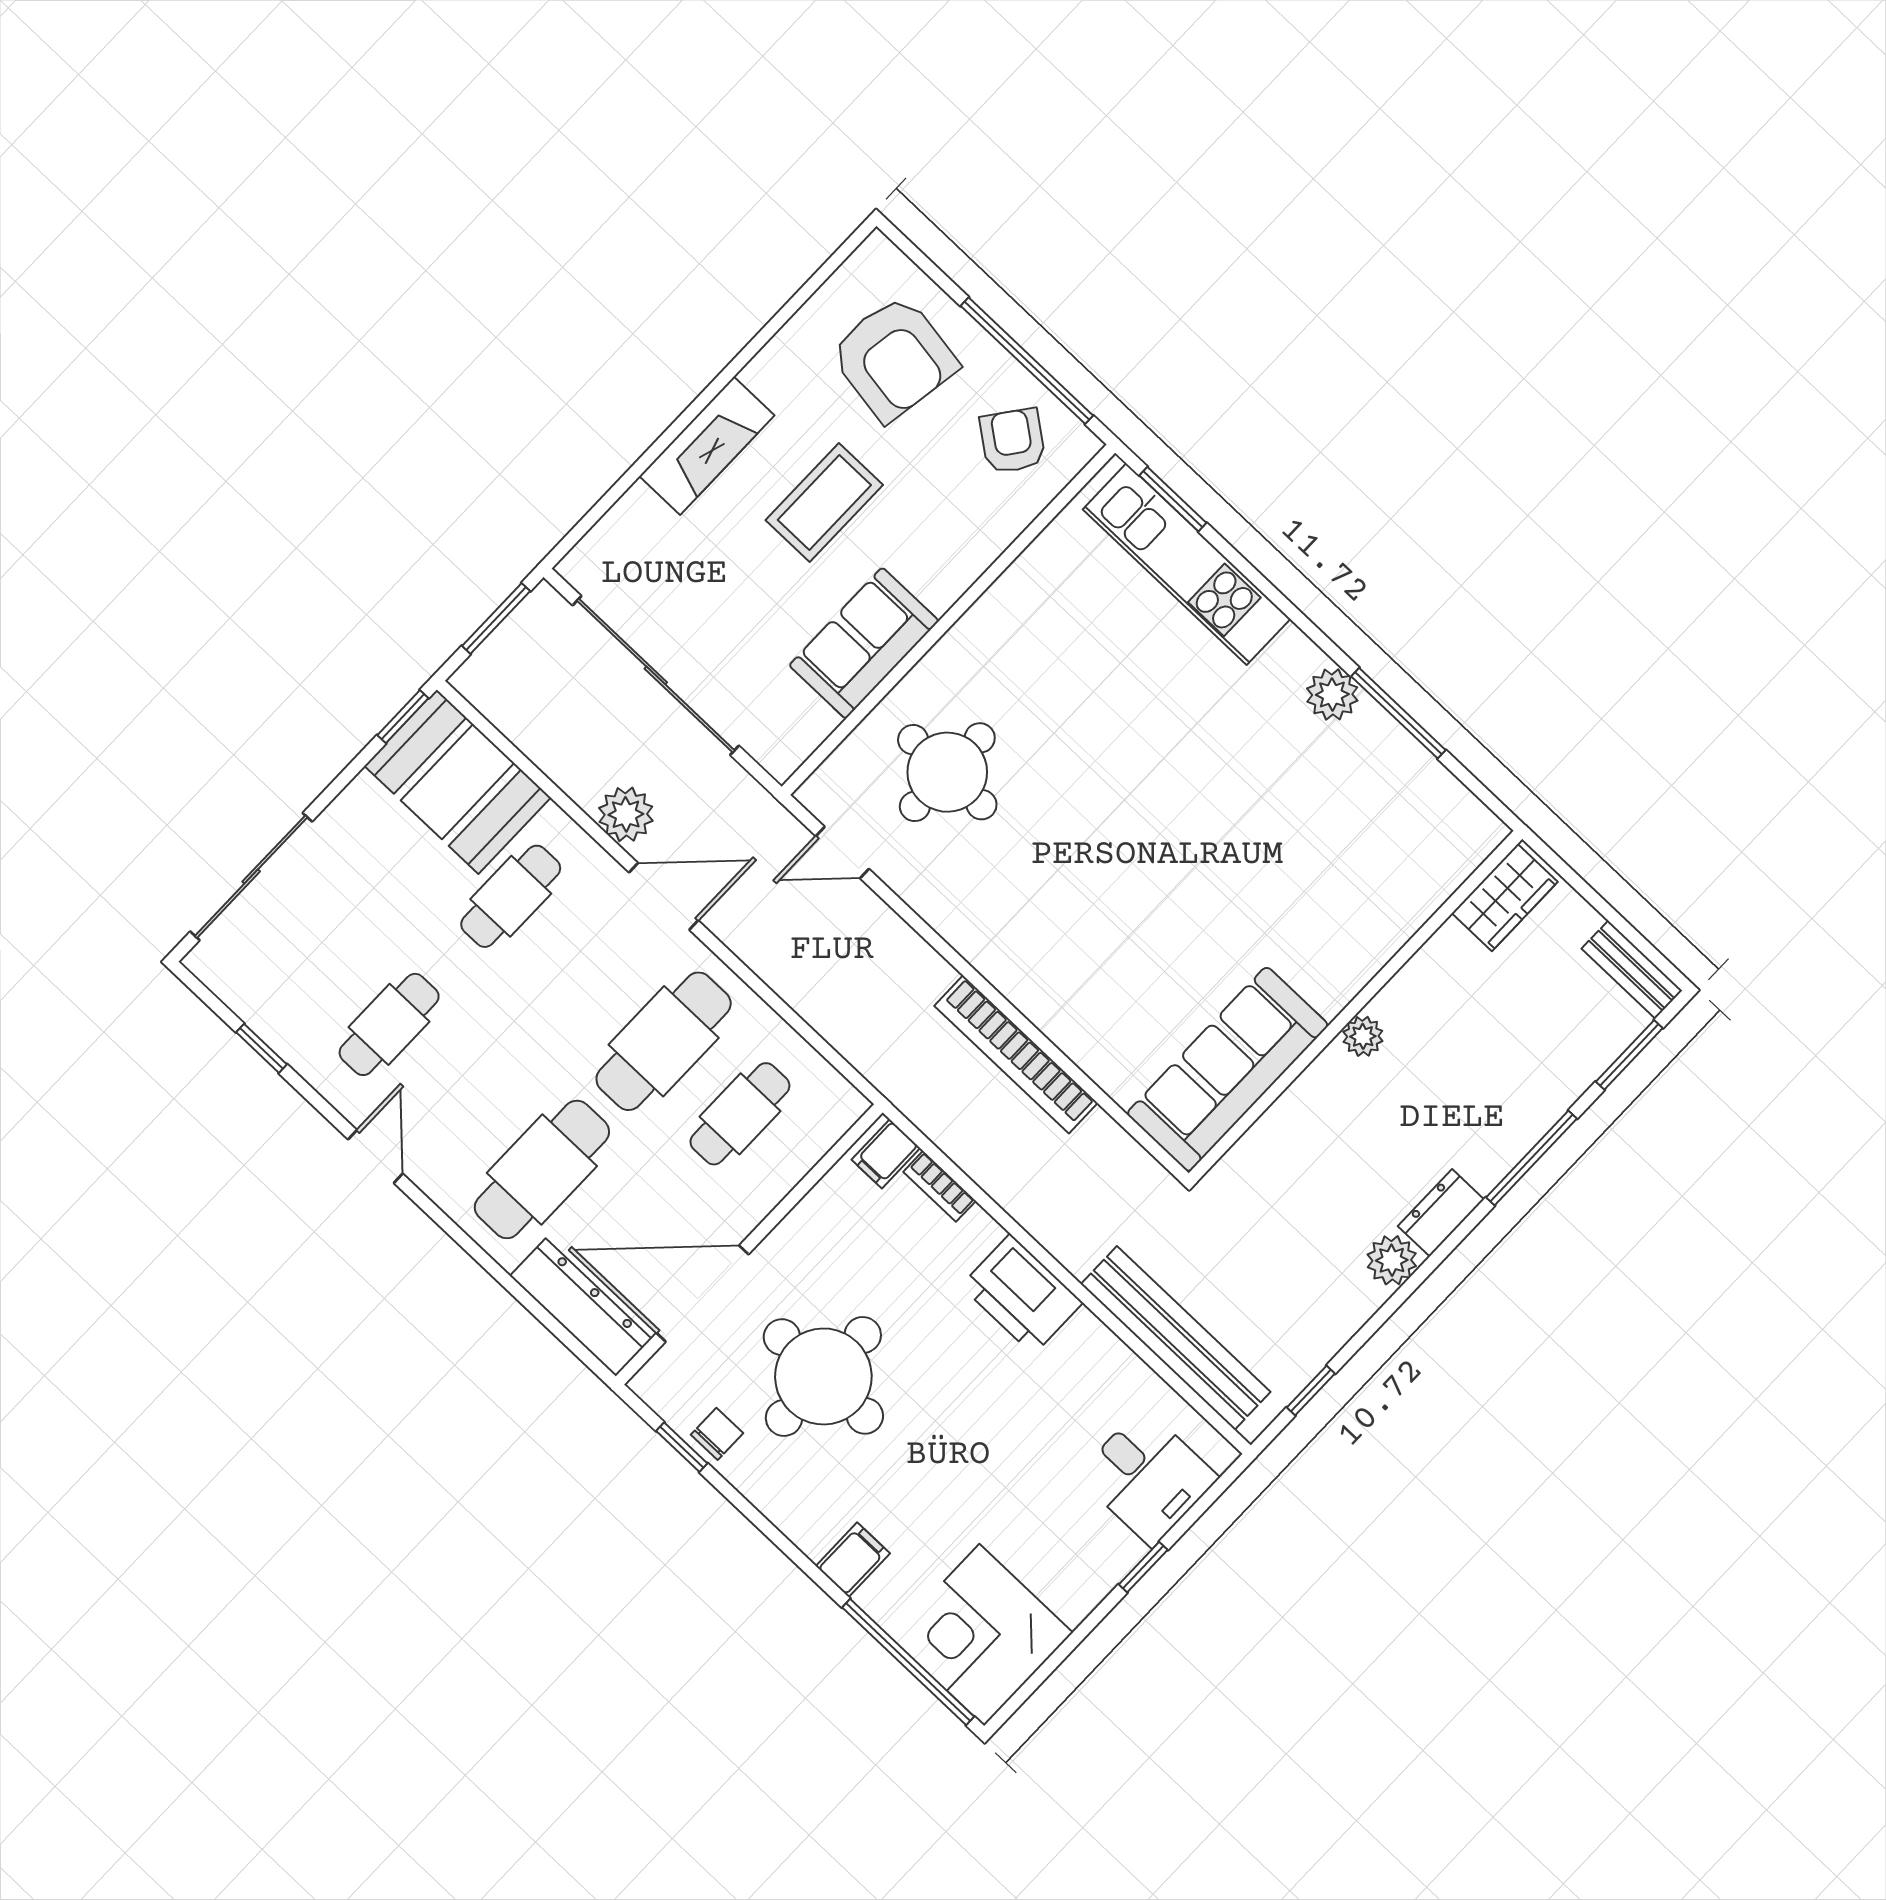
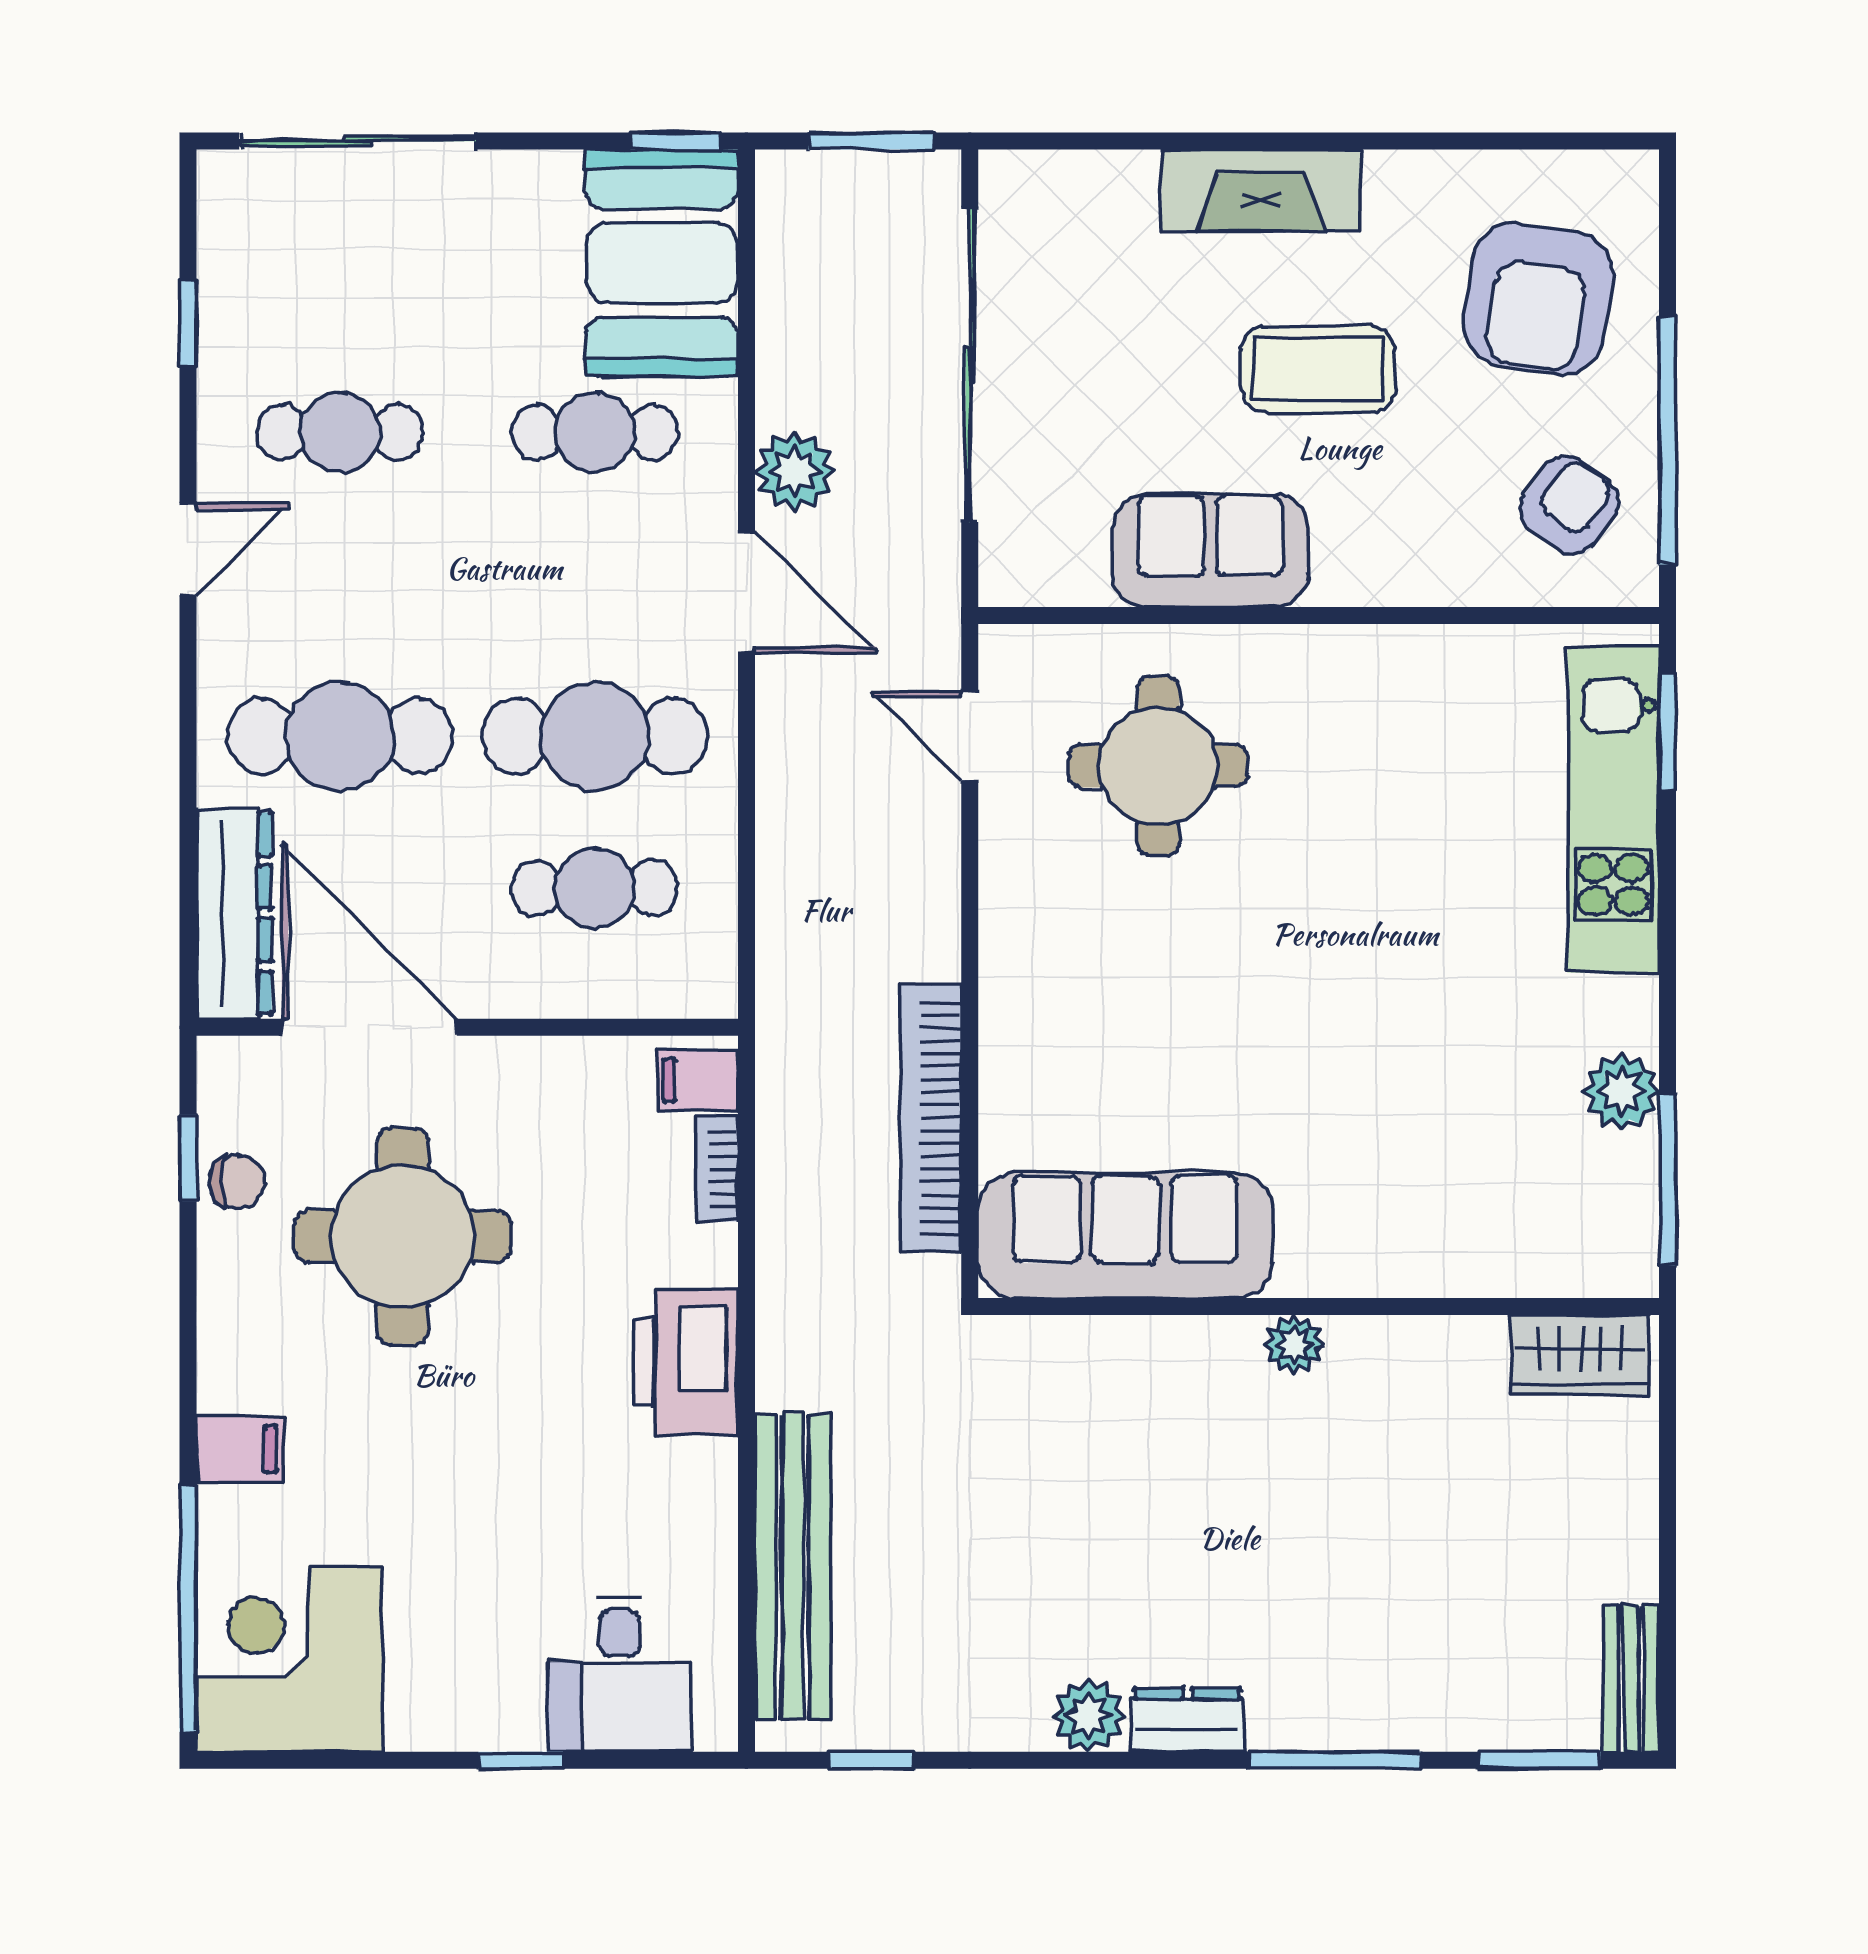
wardrobe: (1505, 898) -> (1580, 1355), moved
wall: (1356, 1006) -> (1319, 1307), moved
plant: (1363, 1036) -> (1294, 1344), moved
sofa: (1228, 1069) -> (1125, 1235), moved

